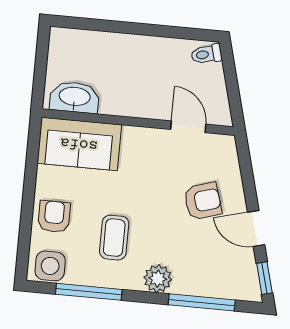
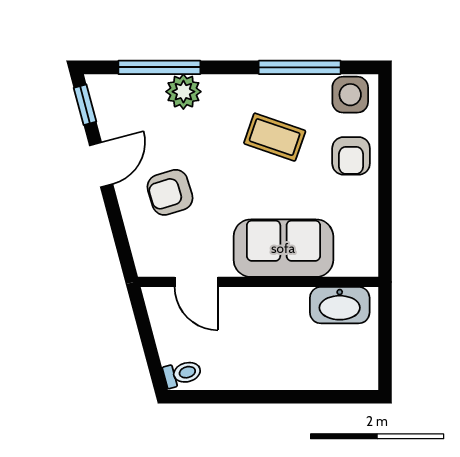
sofa: (79, 144) -> (283, 248), moved
door: (256, 228) -> (101, 165), hinge flipped
coffee table: (114, 238) -> (275, 137), turned -71
plant: (158, 279) -> (183, 92), moved

